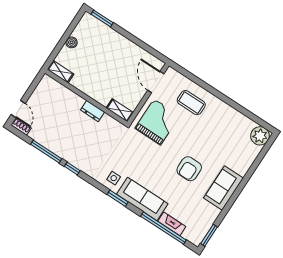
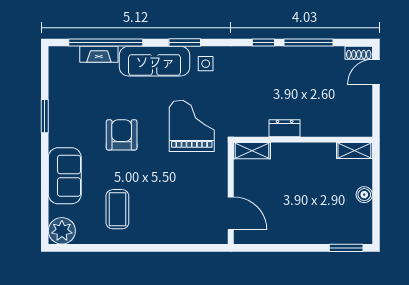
coffee table: (191, 103) -> (117, 209), moved, turned 90
door: (18, 109) -> (376, 72), hinge flipped
grand piano: (157, 122) -> (192, 126), moved, turned 180
sofa: (223, 188) -> (65, 176), moved
window: (209, 235) -> (45, 116), moved

